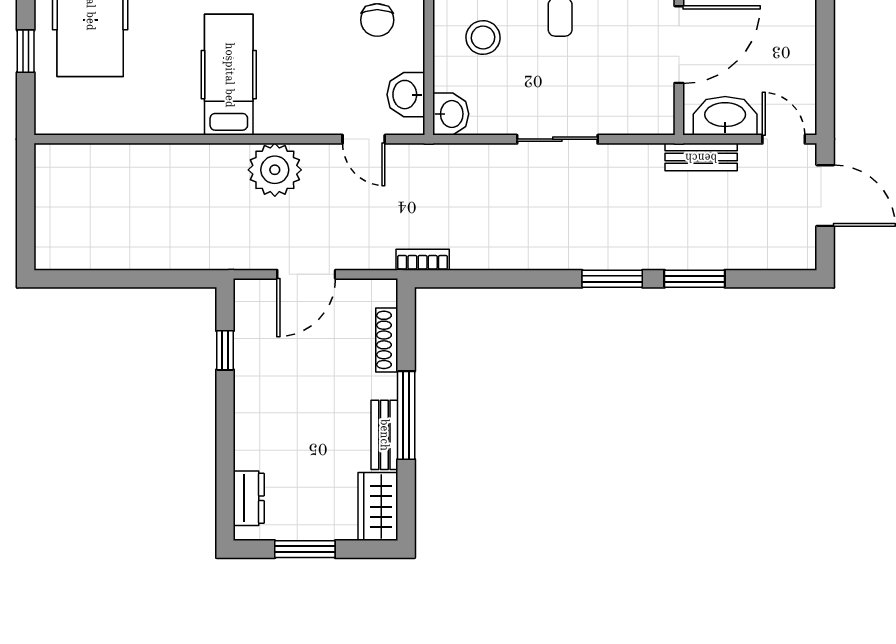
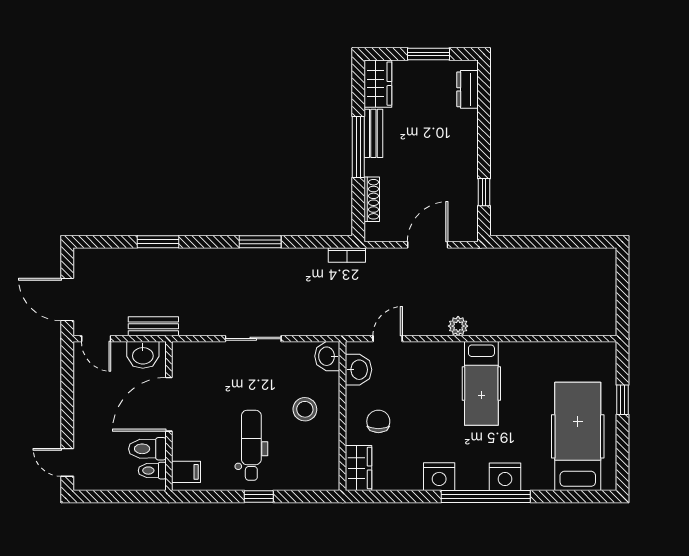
washbasin: (725, 116) -> (143, 355), width x0.72
door: (364, 139) -> (388, 339), hinge flipped
plant: (275, 170) -> (458, 326), width x0.53, depth x0.53
window: (612, 279) -> (260, 242), moved

